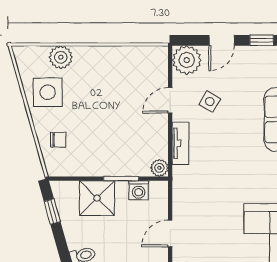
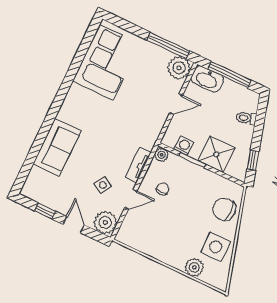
door: (222, 40) -> (74, 225), hinge flipped
chair: (139, 130) -> (163, 189), added
chair: (58, 140) -> (224, 209), width x1.87, depth x1.87

